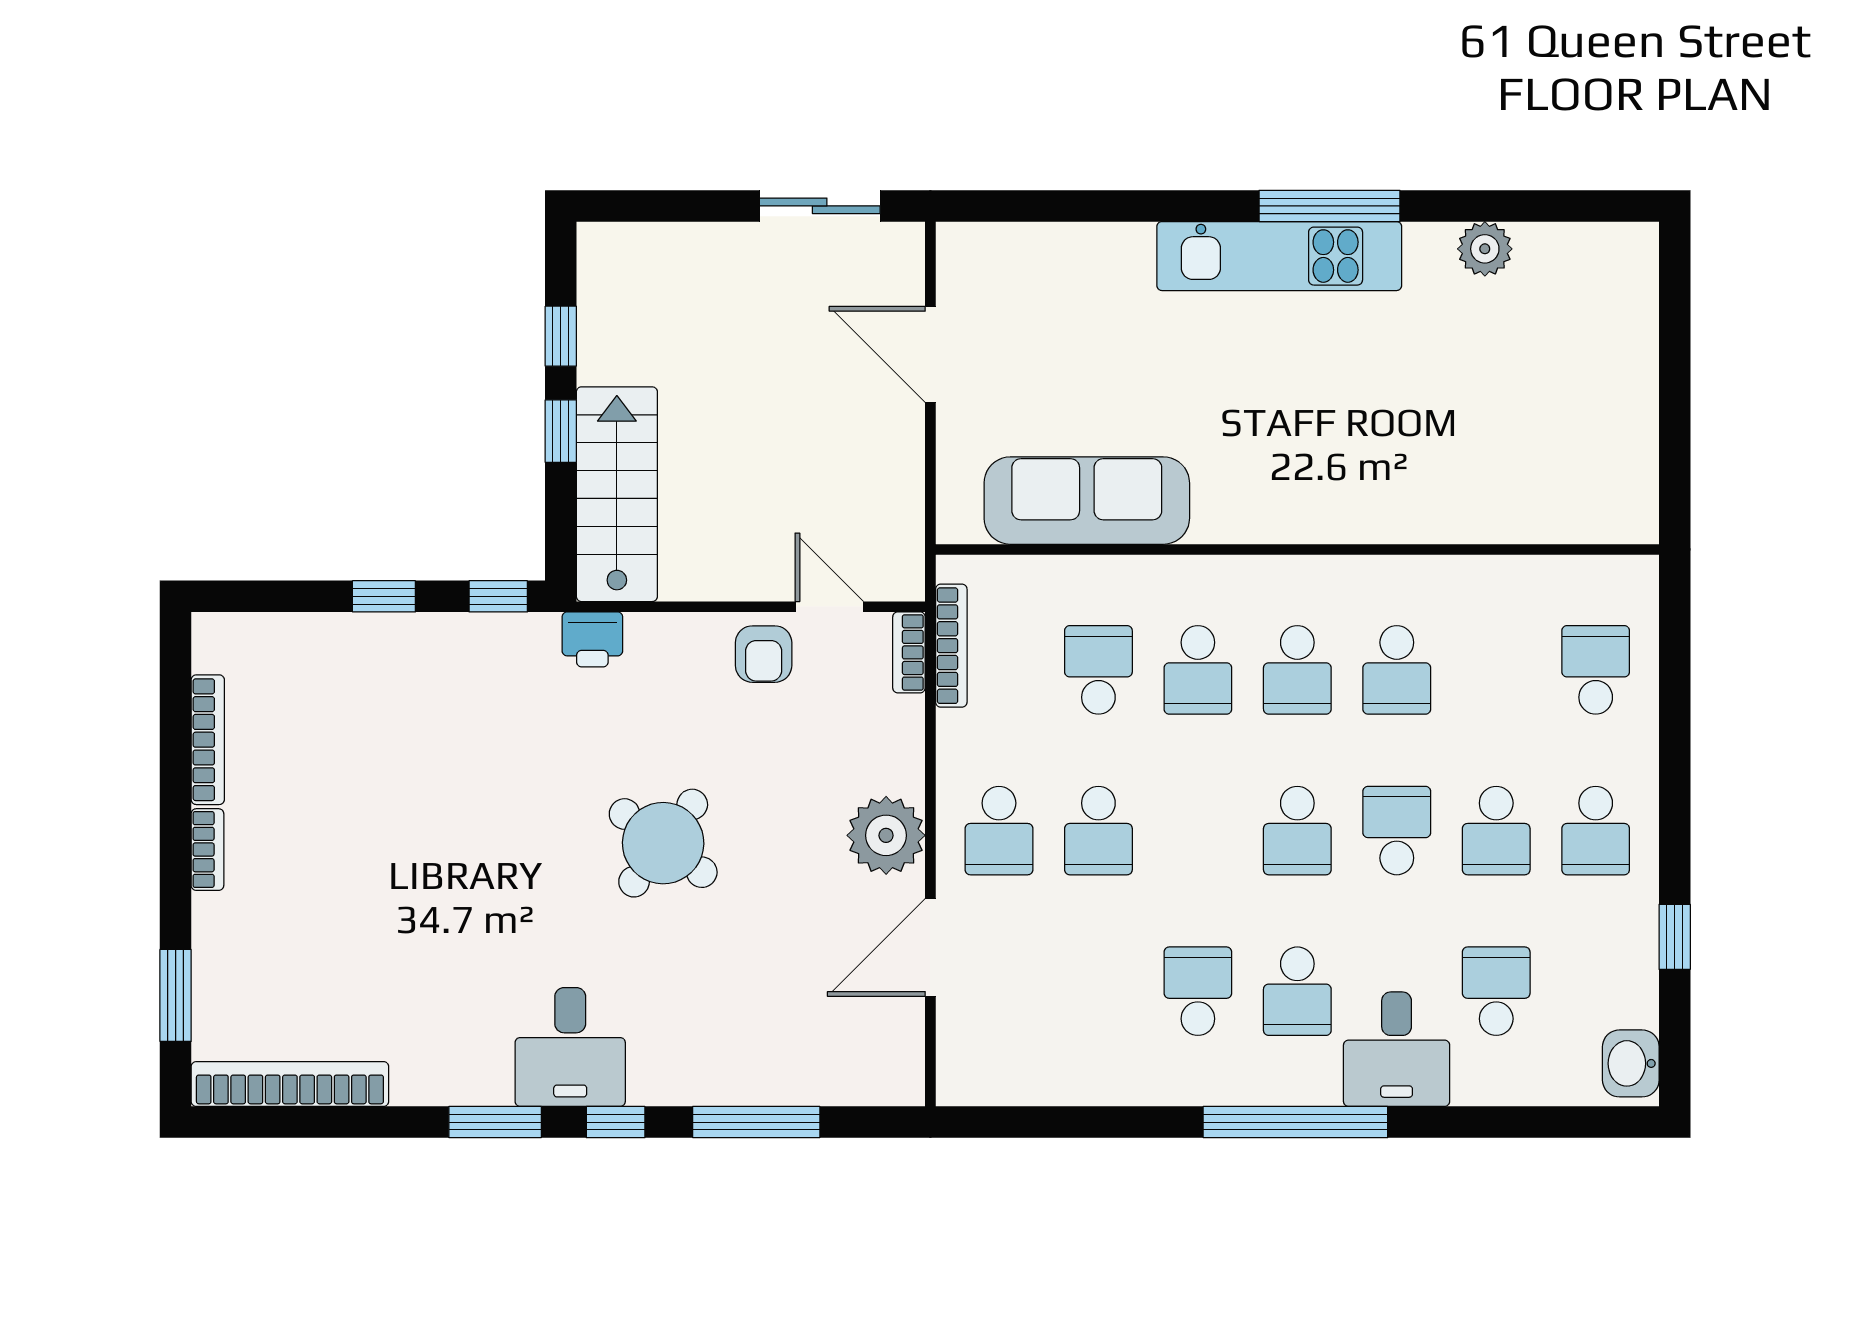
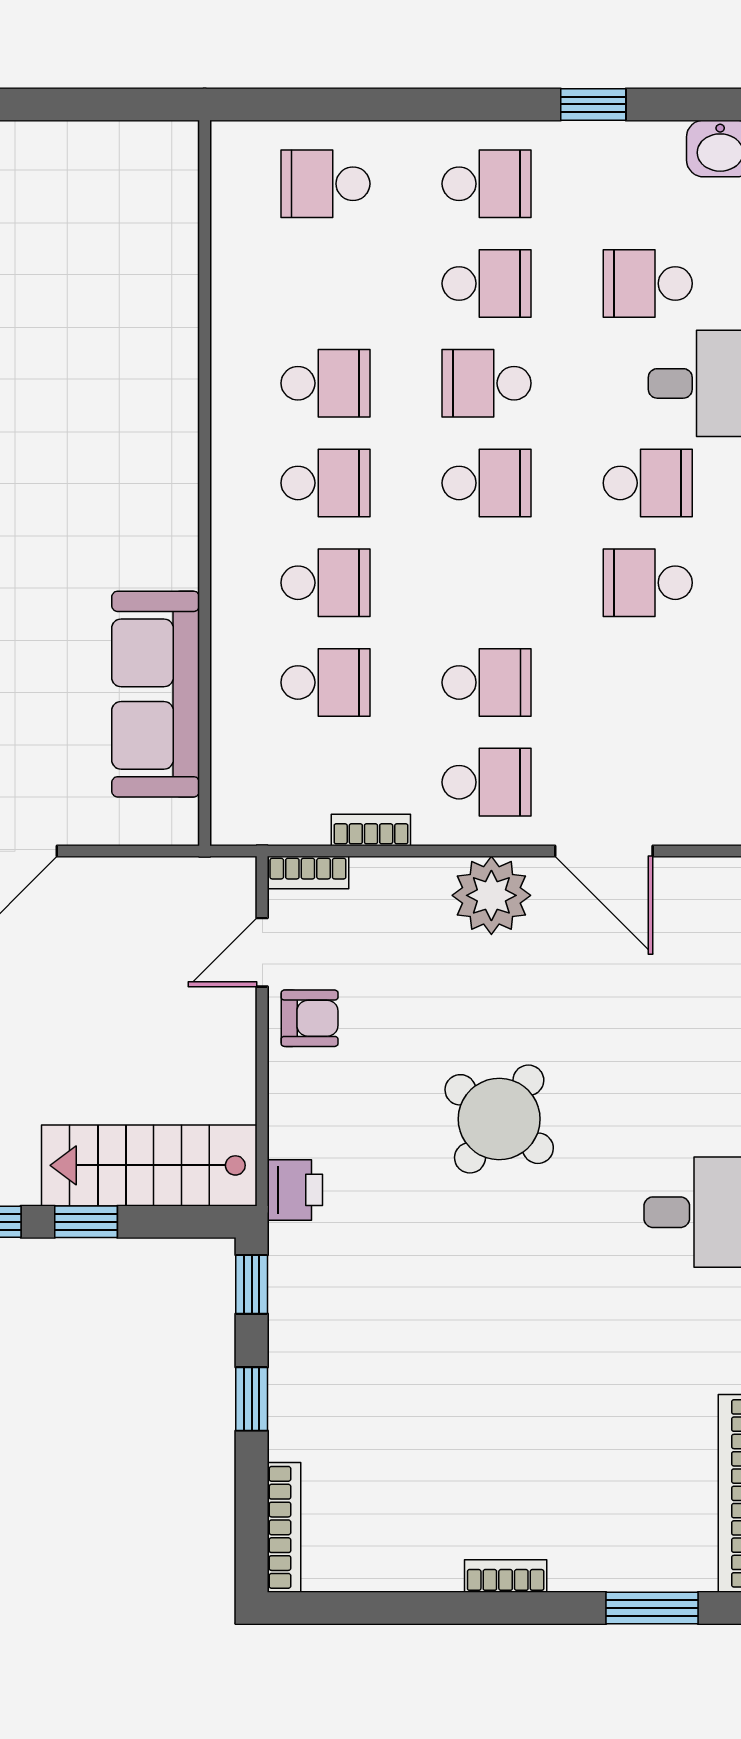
bookcase: (951, 646) -> (371, 830), moved, width x0.64
school desk: (1098, 670) -> (325, 682), turned 180
bookcase: (208, 740) -> (284, 1527), moved, turned 90

